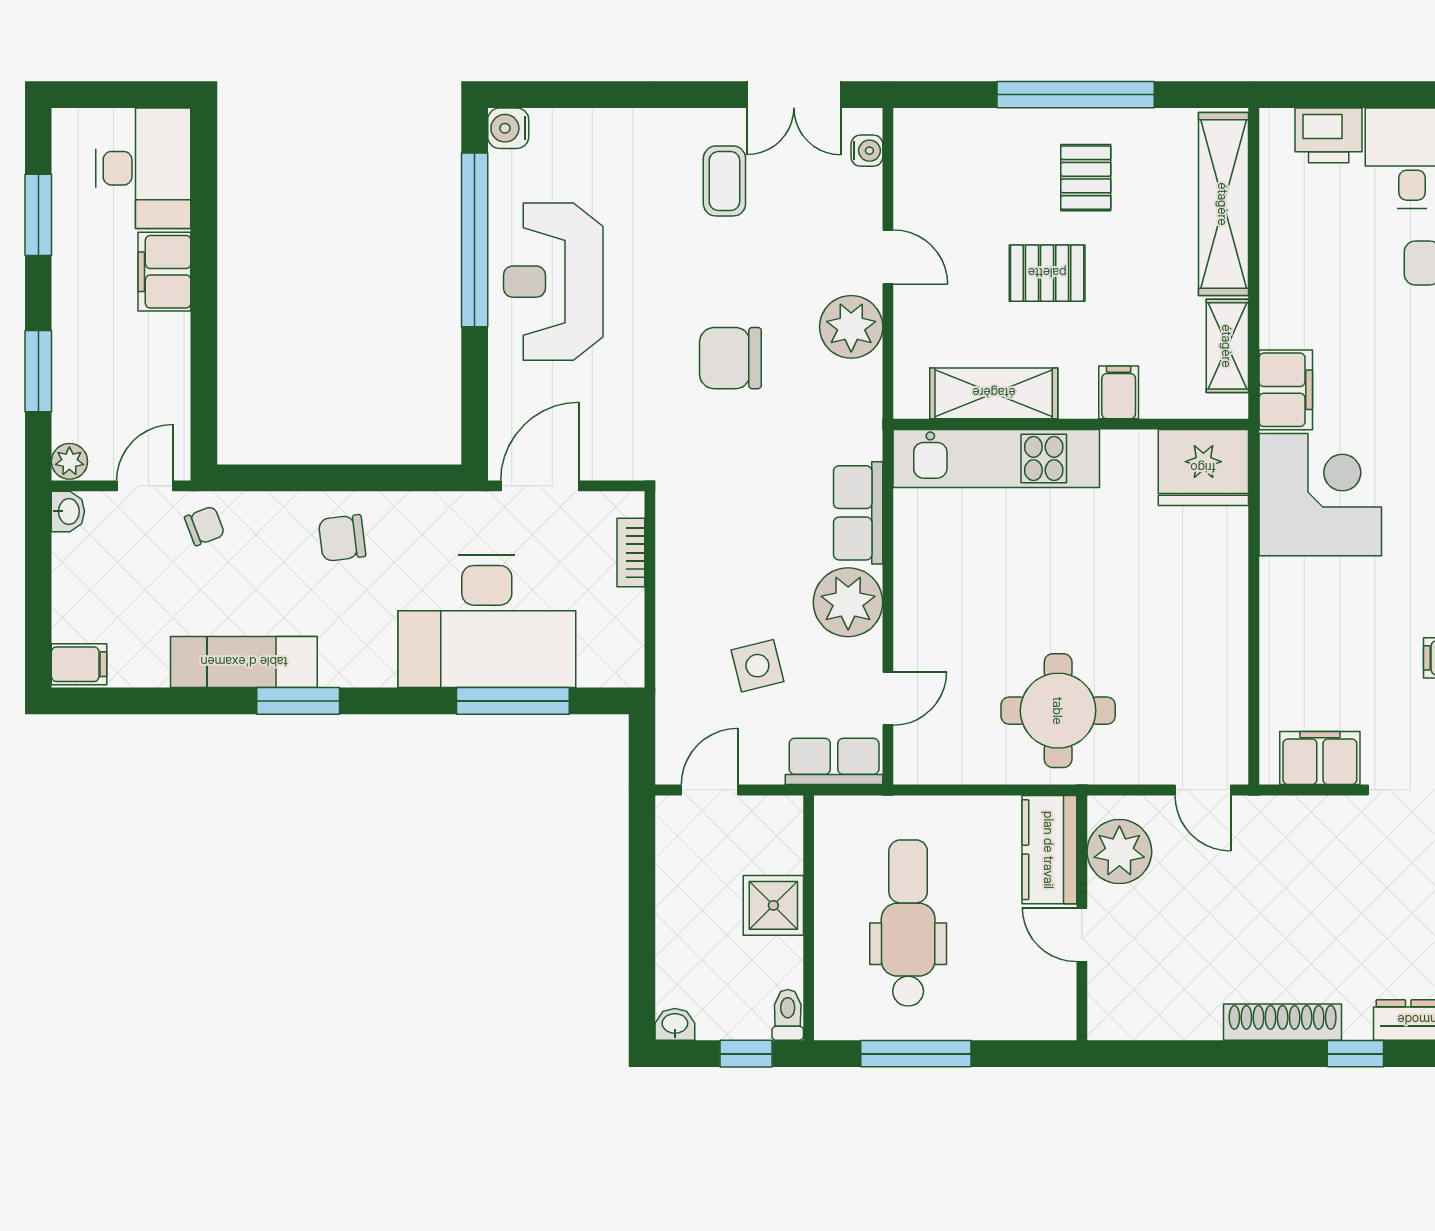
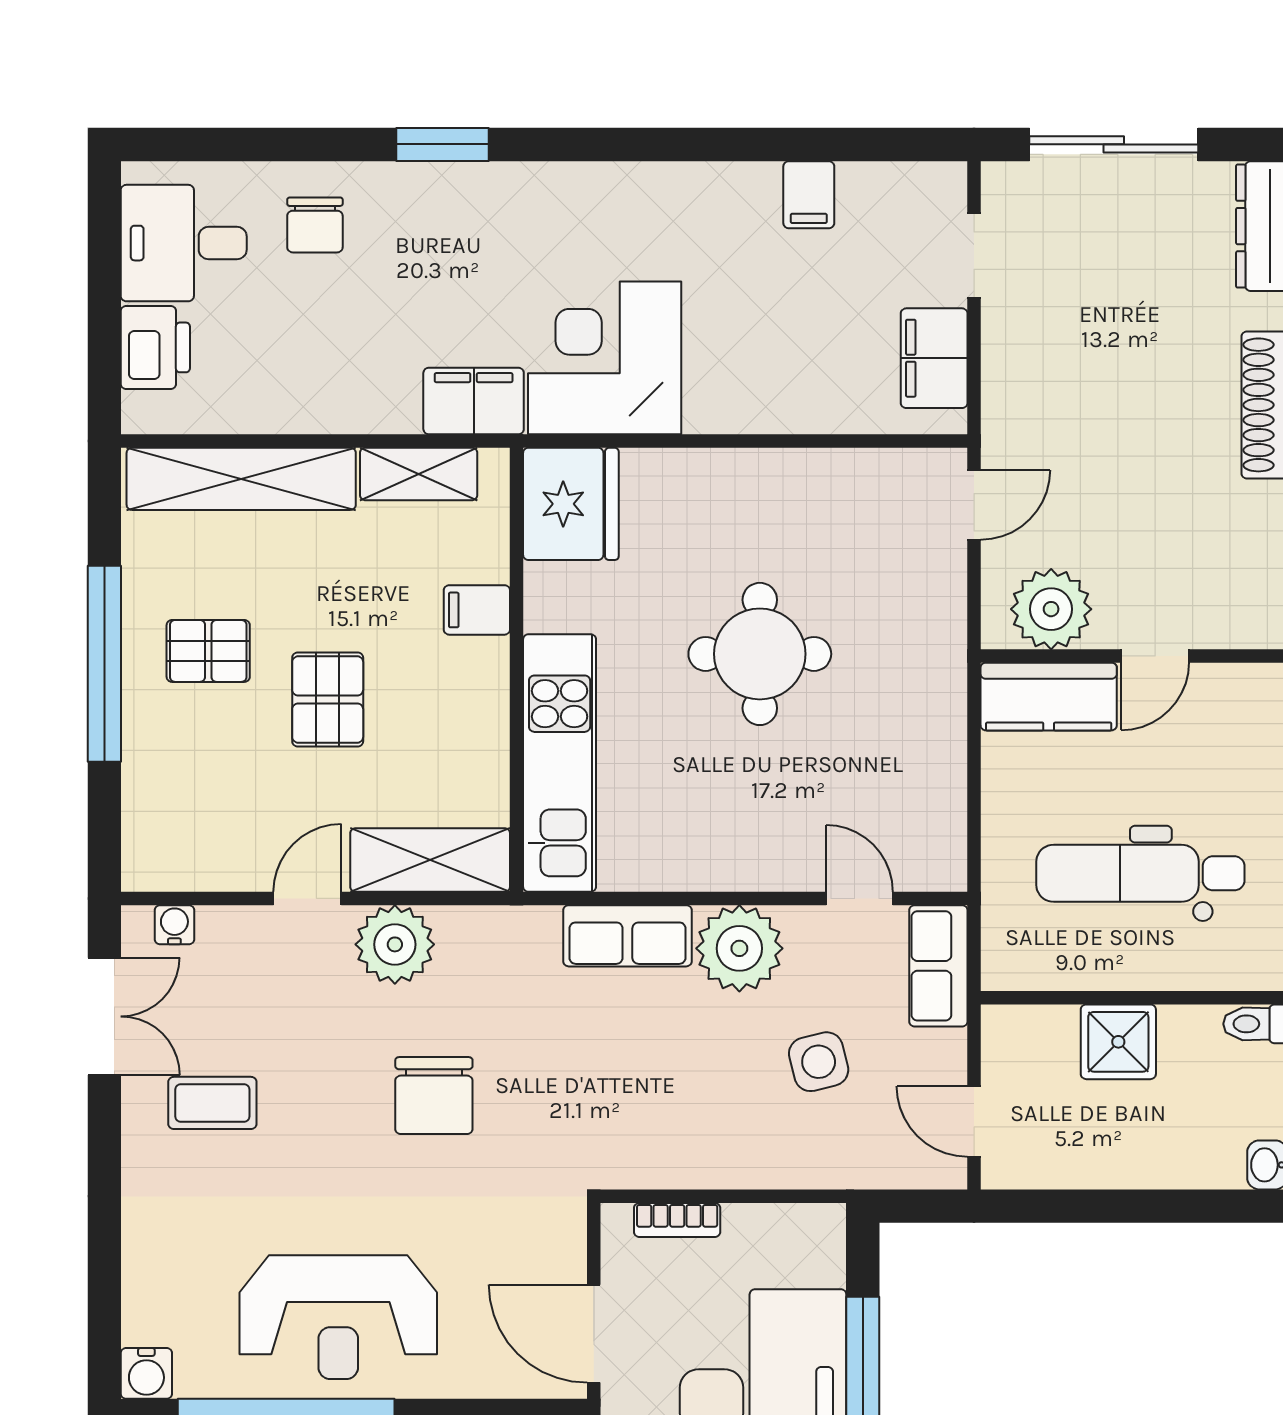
shelving: (994, 393) -> (430, 860), moved, turned 90
round table: (1058, 711) -> (760, 654), moved

